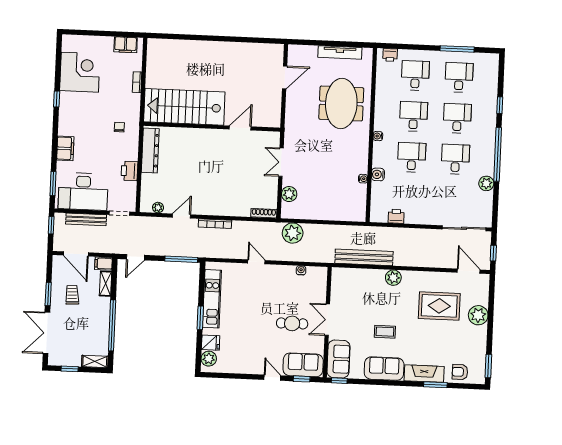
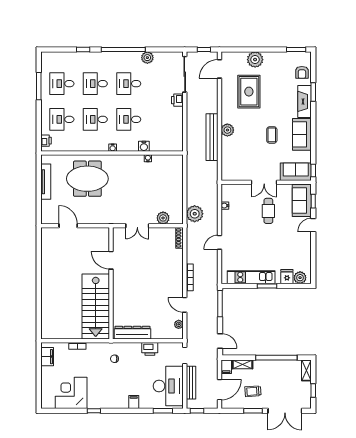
filing cabinet: (65, 148) -> (134, 402), width x0.50
printer: (396, 216) -> (177, 100), moved
bench: (364, 257) -> (212, 137), moved

